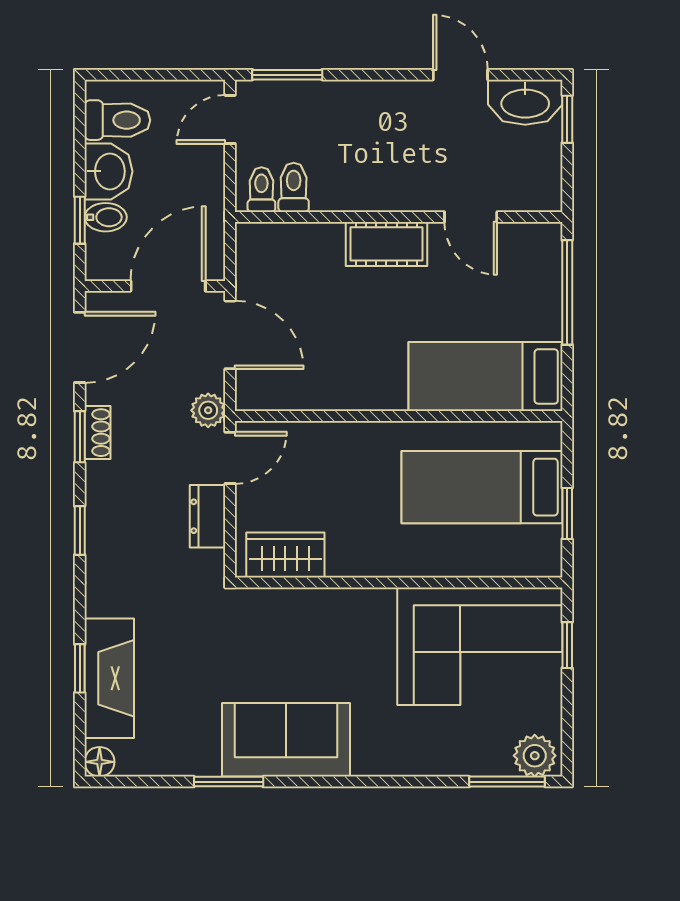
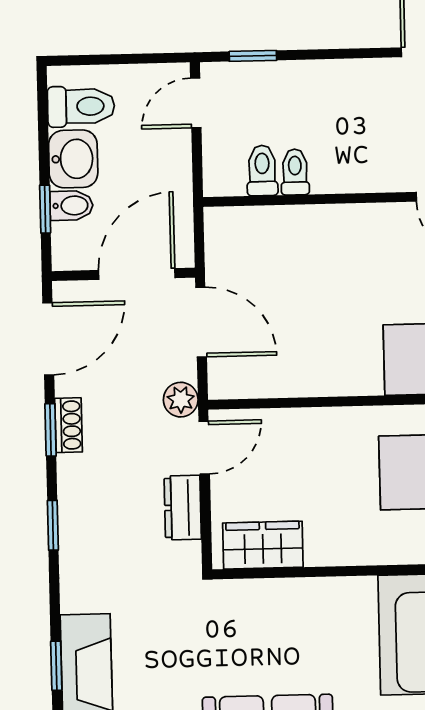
window: (287, 75) -> (253, 56), width x0.67
toilet: (261, 190) -> (295, 172), moved
cot: (386, 244) -> (358, 226), removed

